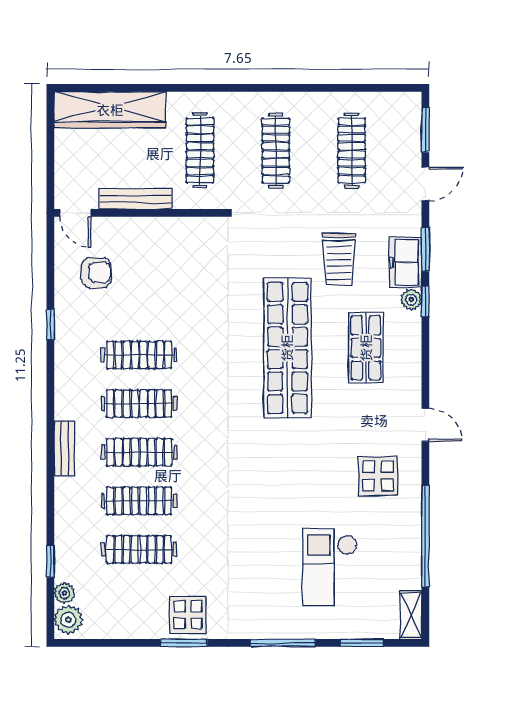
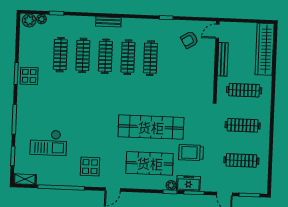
armchair: (96, 273) -> (189, 40), turned 59
shop shelf: (366, 348) -> (150, 163), width x1.43, depth x1.36
checkout: (330, 567) -> (48, 143), turned 180

